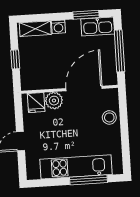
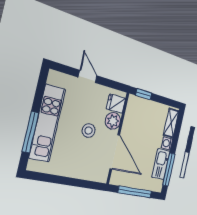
window: (86, 15) -> (169, 170), width x1.44
kitchen sink: (98, 26) -> (161, 164), moved
window: (15, 59) -> (144, 94), moved
stool: (109, 117) -> (89, 131), moved

